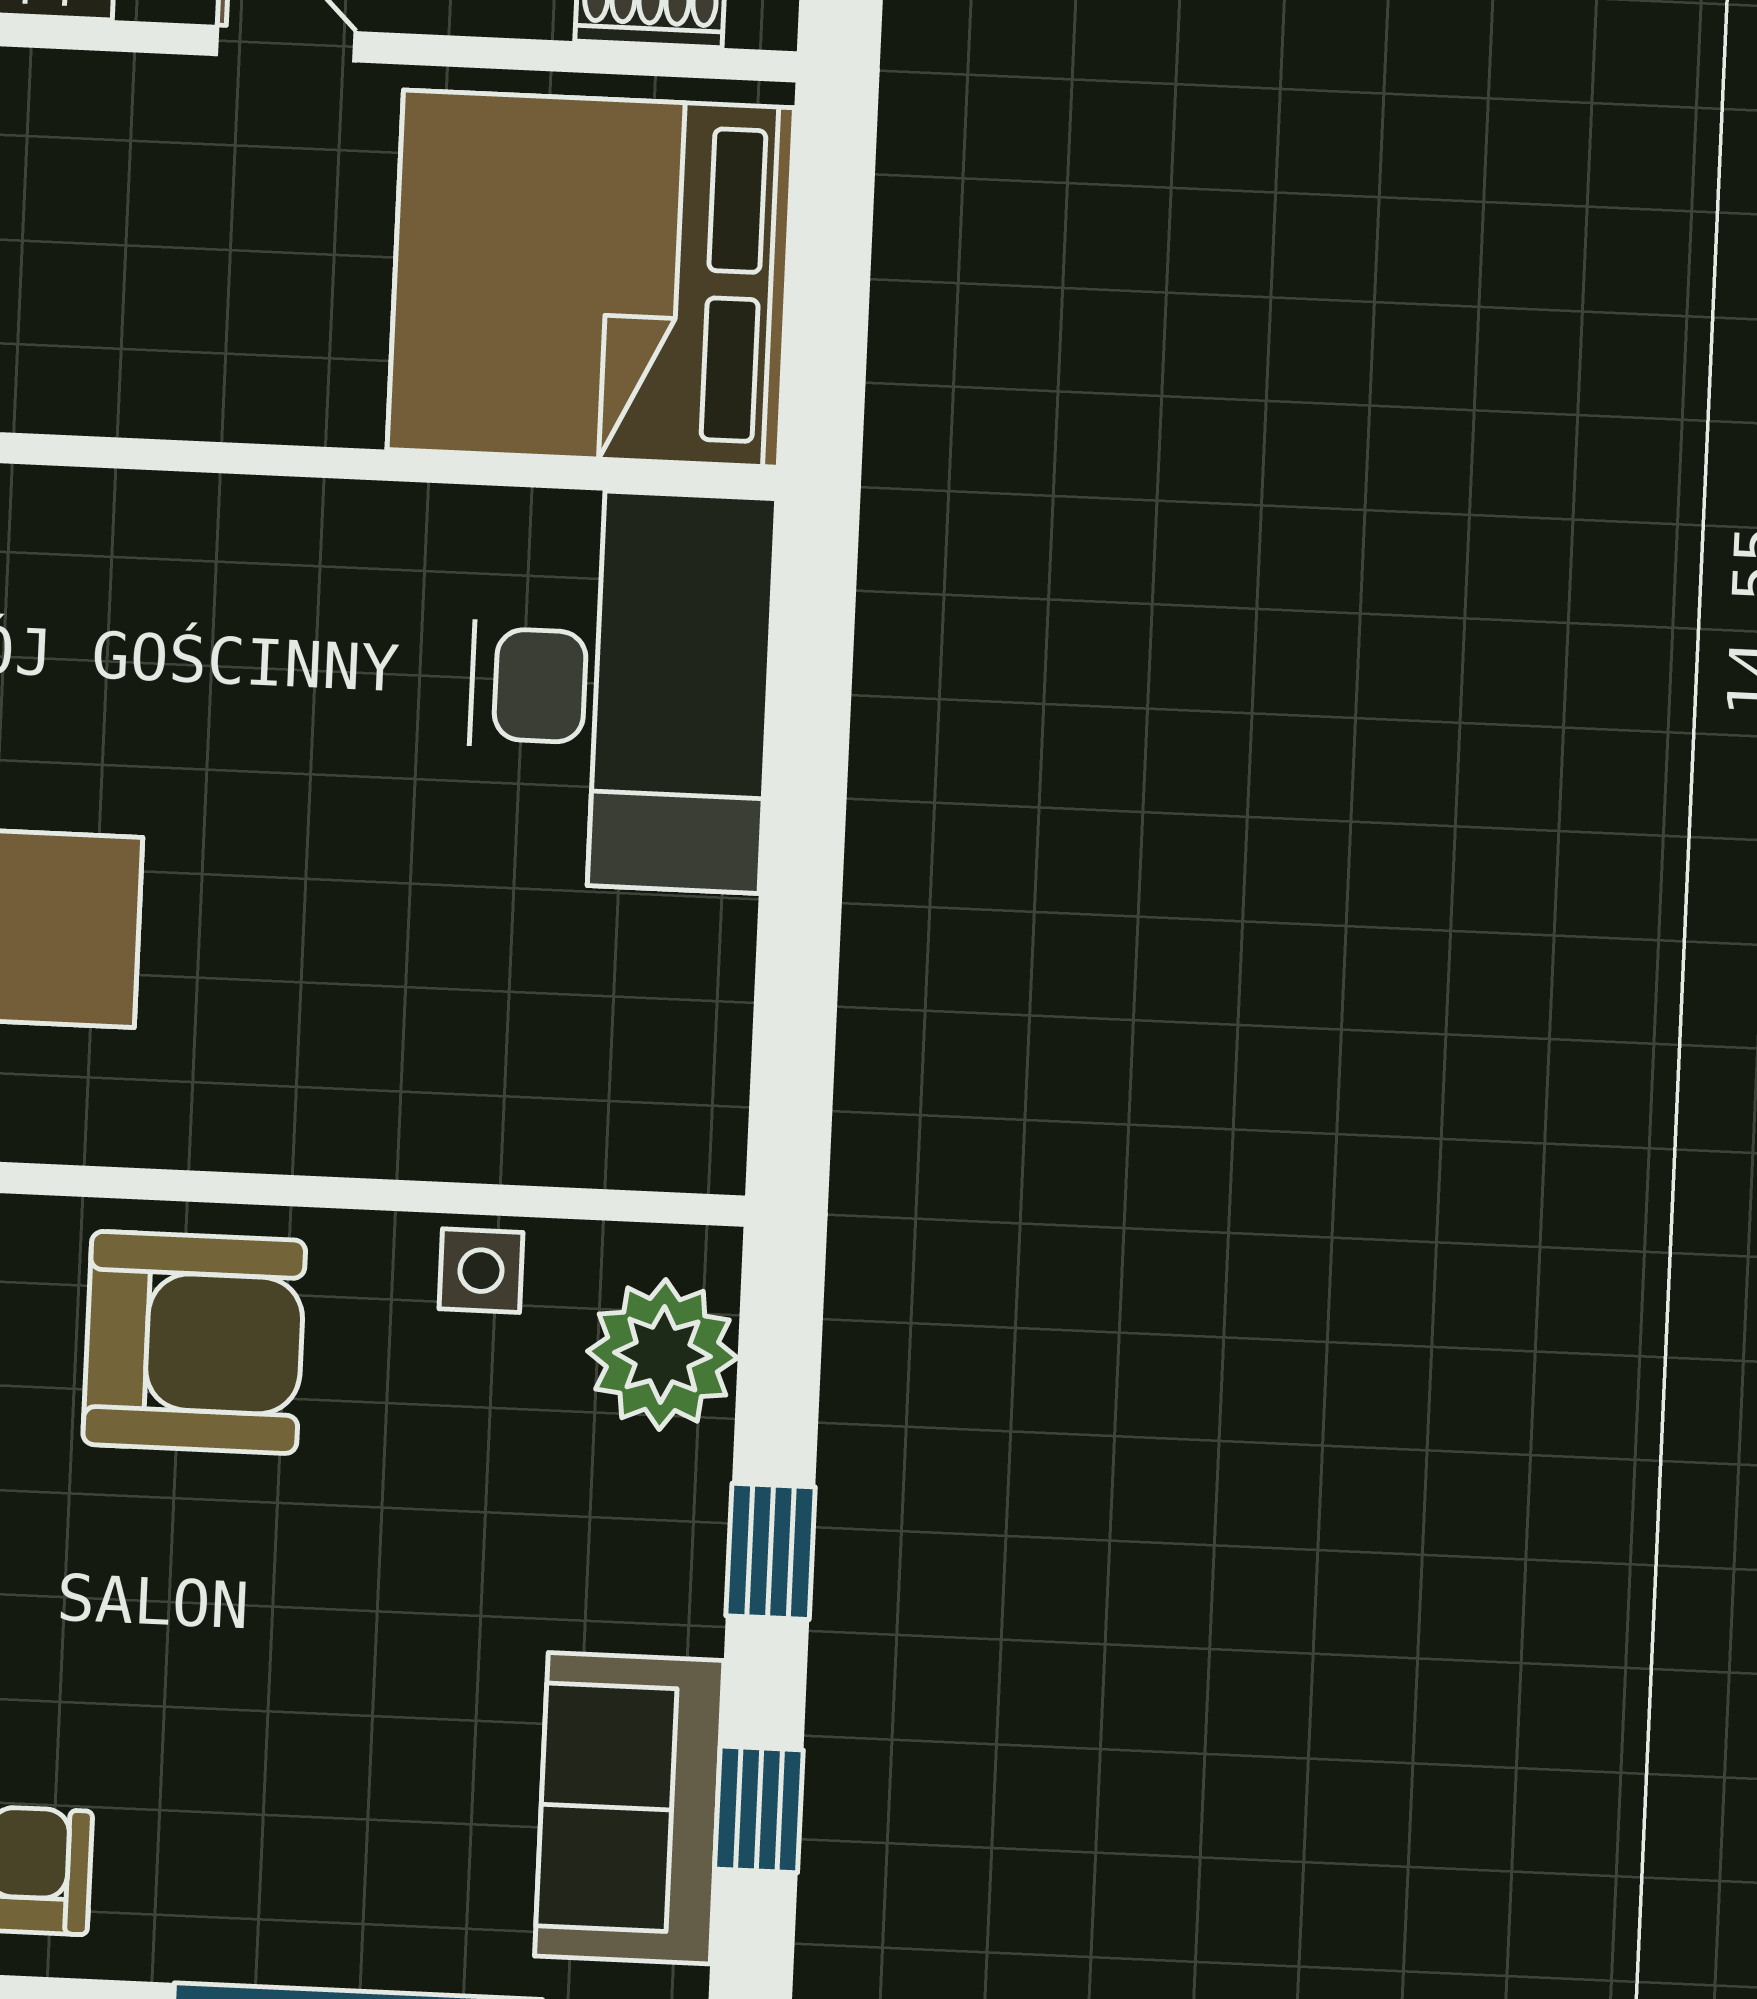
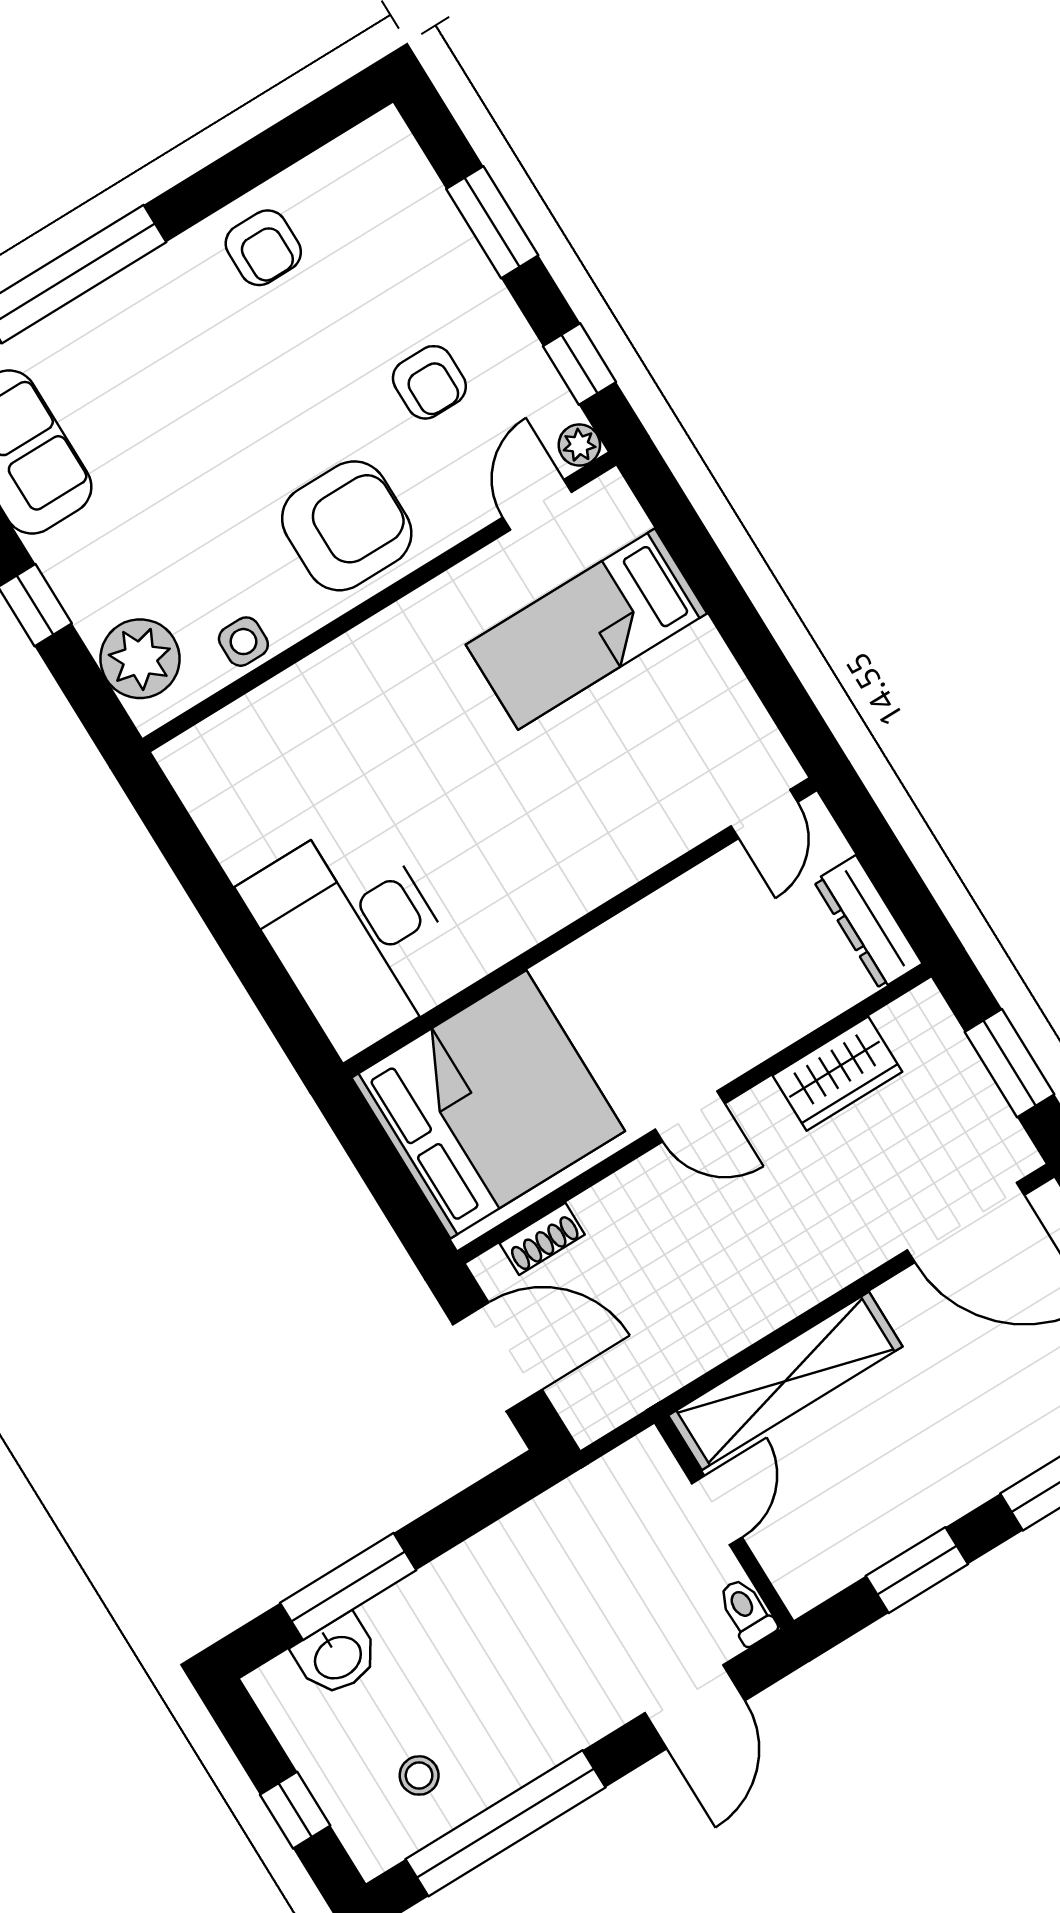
armchair: (194, 1342) -> (347, 526), turned 180

